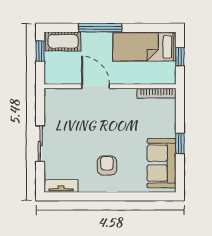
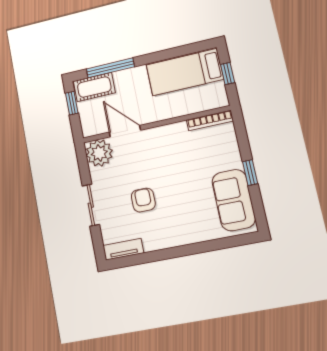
window: (100, 28) -> (110, 68), moved
door: (96, 86) -> (125, 131), moved
plant: (56, 100) -> (99, 153), added
armchair: (107, 166) -> (143, 200), moved

